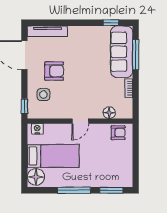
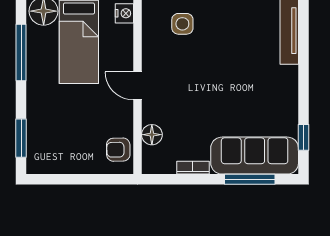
armchair: (54, 71) -> (222, 42), removed
armchair: (118, 133) -> (118, 150), turned 89
window: (74, 190) -> (21, 53), moved

